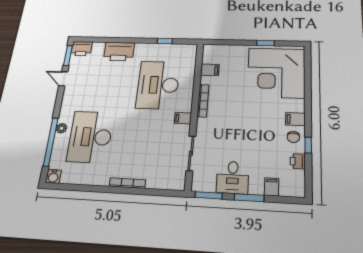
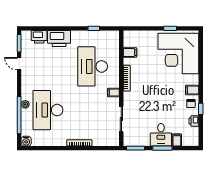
printer: (82, 49) -> (39, 37), moved
desk: (233, 177) -> (161, 135), moved

